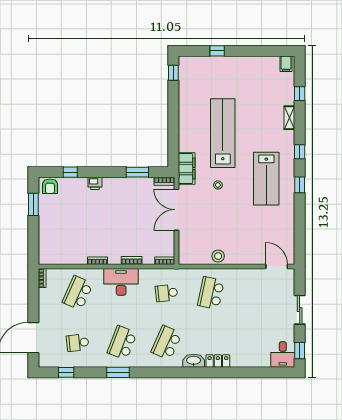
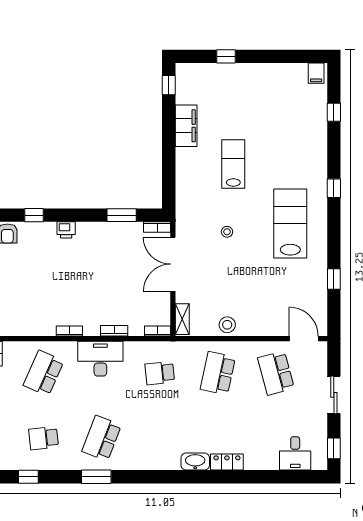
shelving: (289, 118) -> (182, 319), moved
lab bench: (223, 133) -> (233, 164), width x0.54, depth x0.72
filing cabinet: (187, 168) -> (186, 126), moved
lab bench: (266, 179) -> (290, 223), turned 180
window: (300, 185) -> (334, 279), moved
school desk: (166, 343) -> (276, 373), moved, turned -39
desk: (283, 354) -> (295, 453), moved

